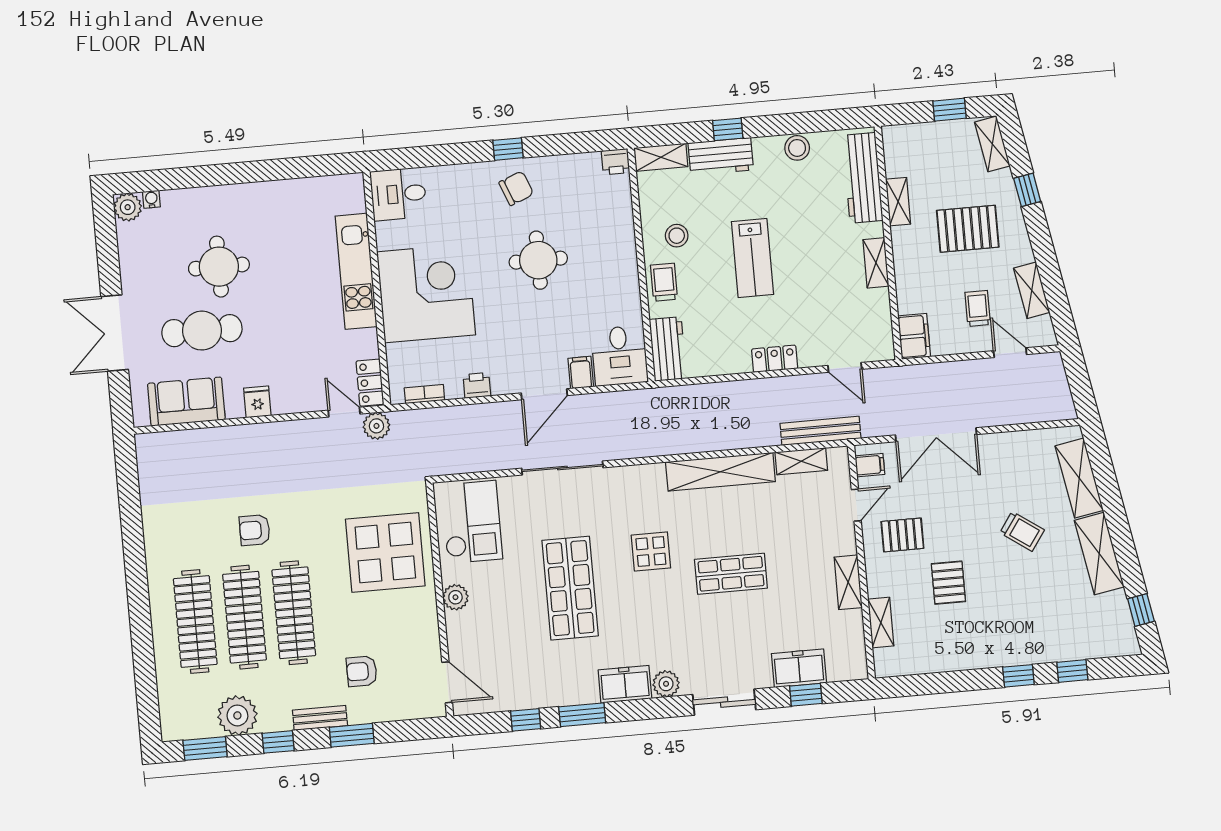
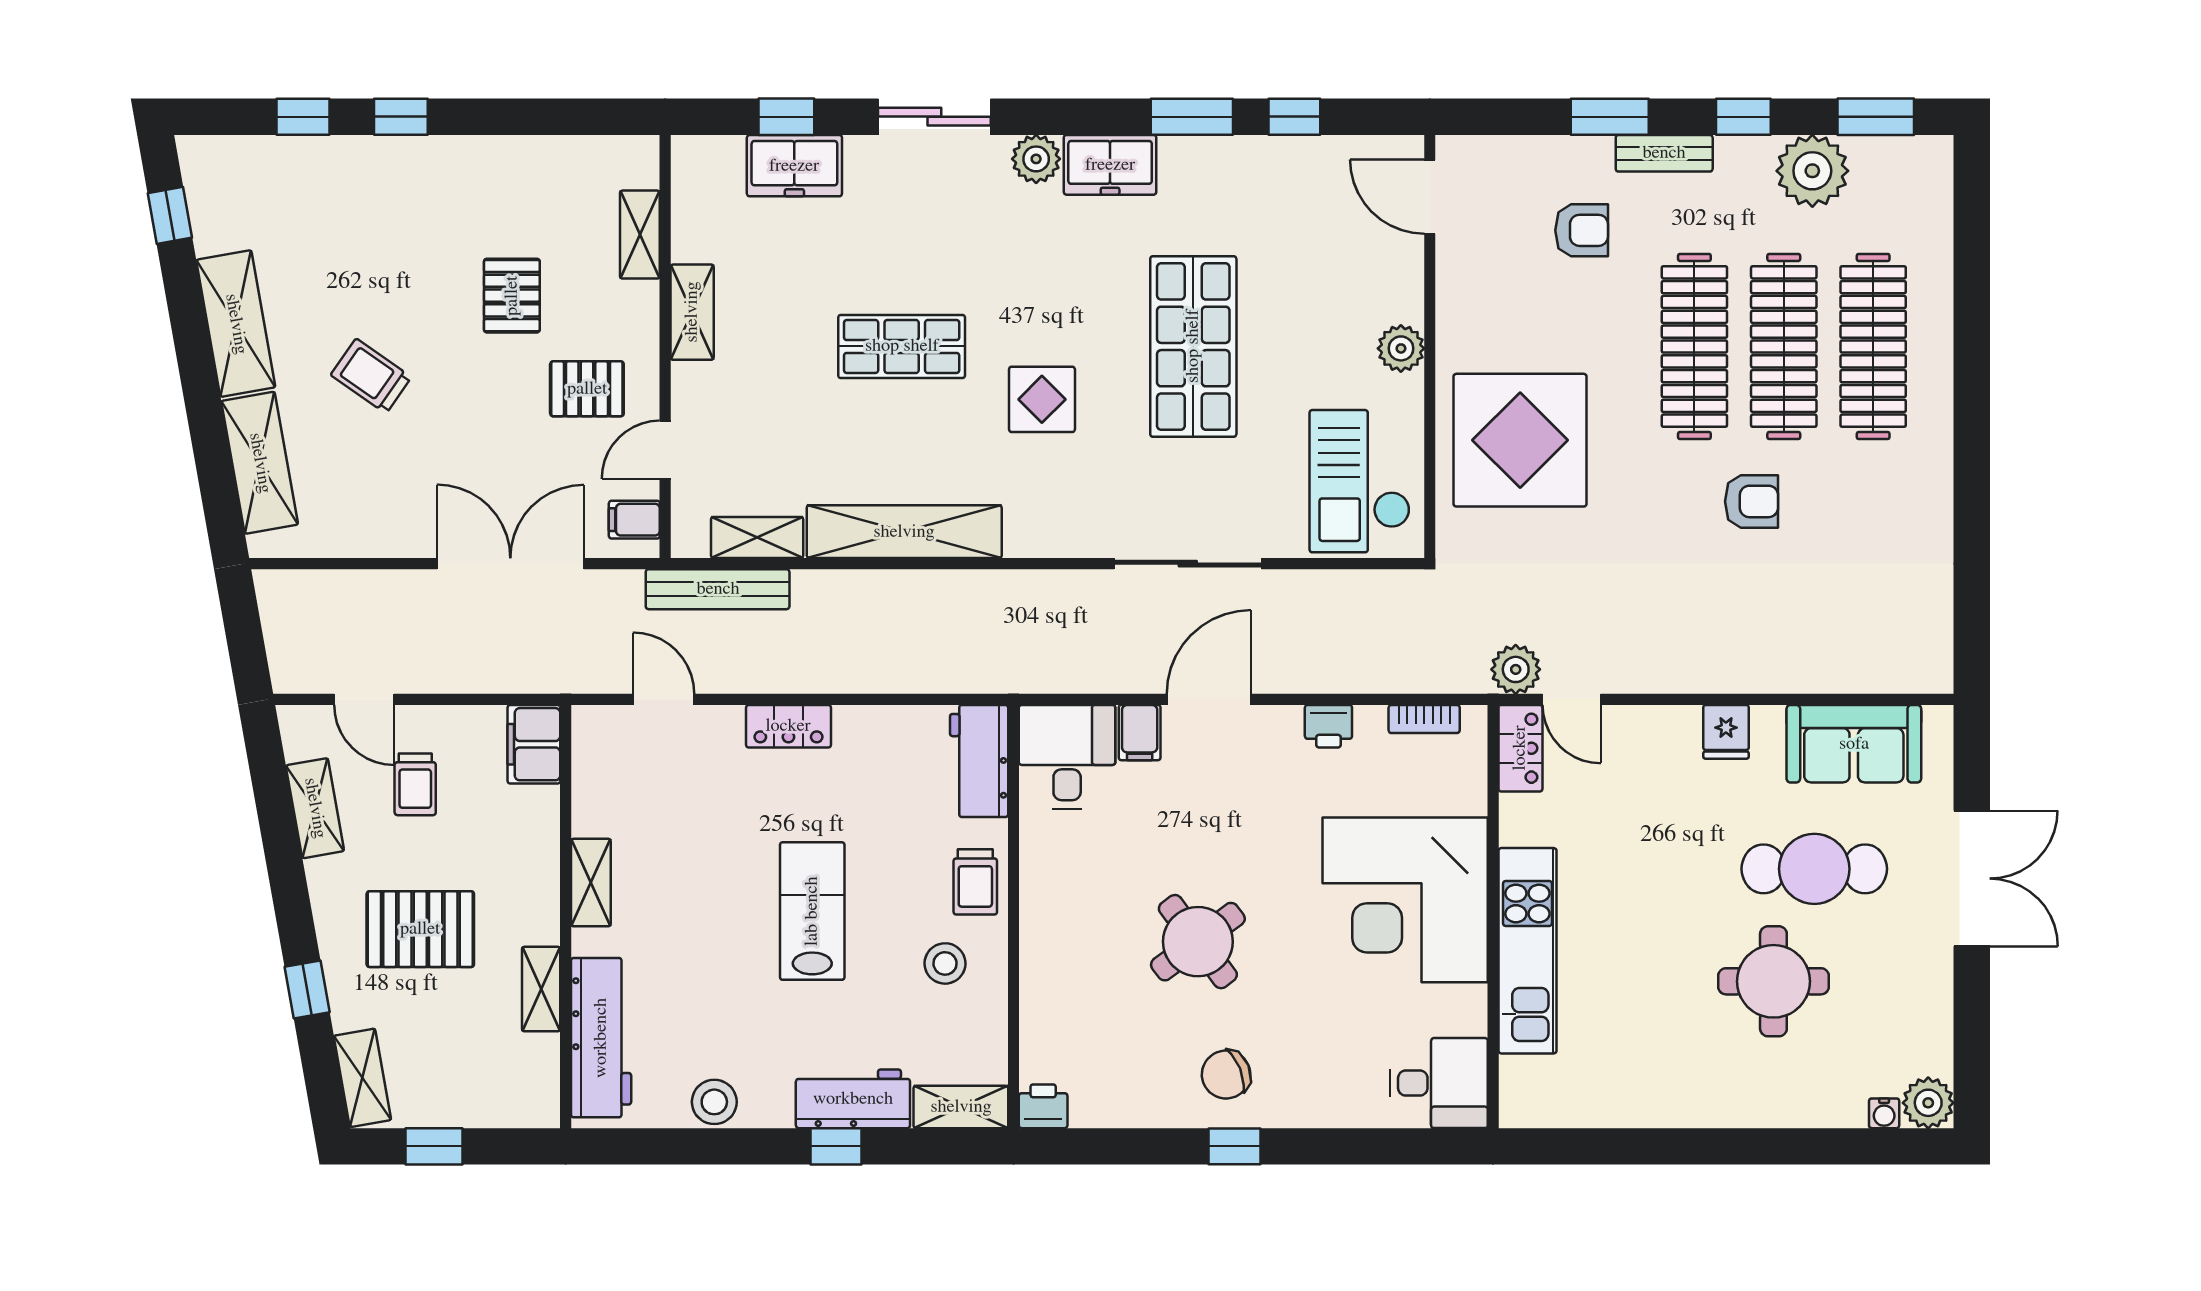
round table: (538, 260) -> (1198, 942), turned -37

